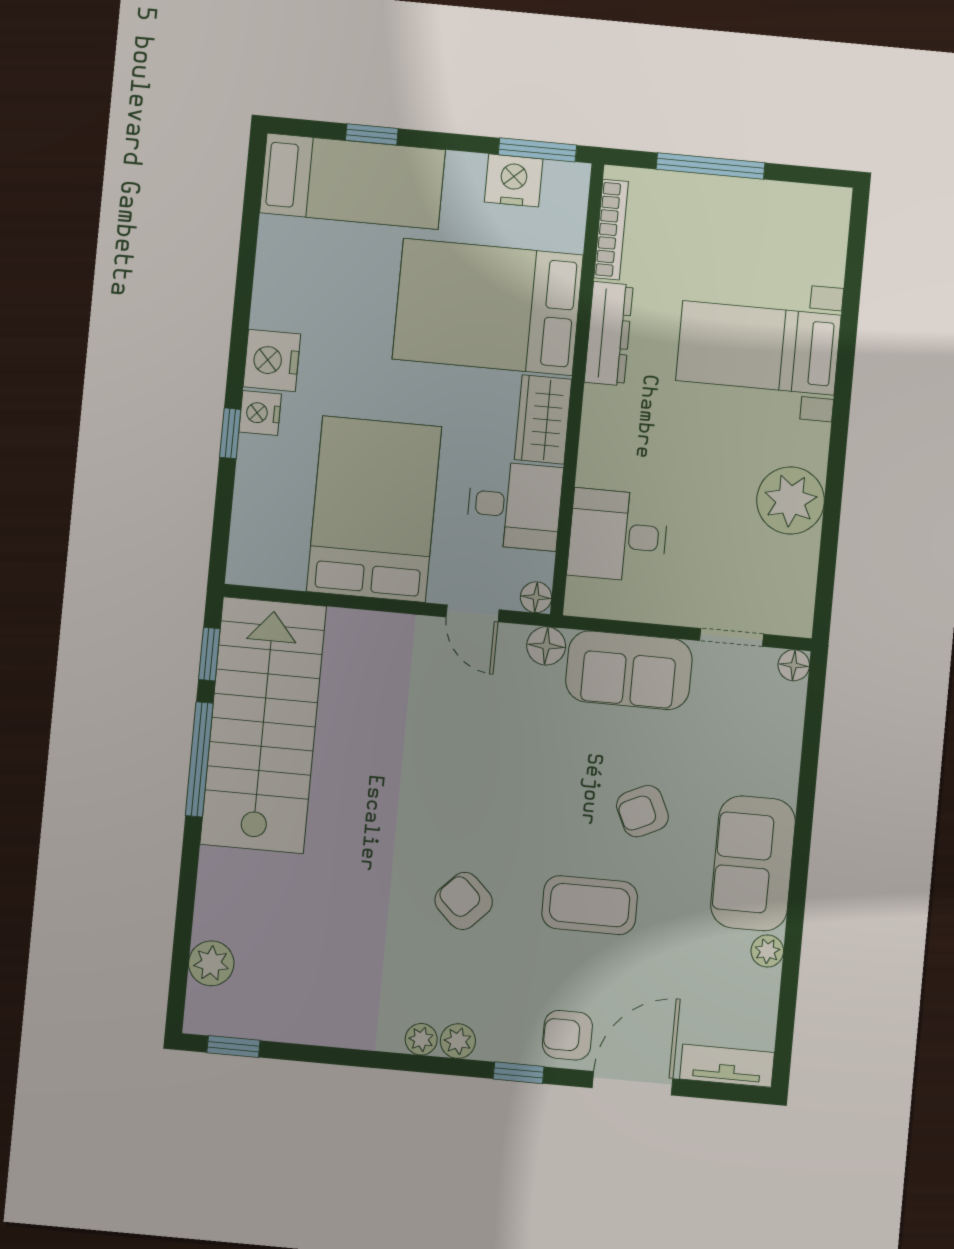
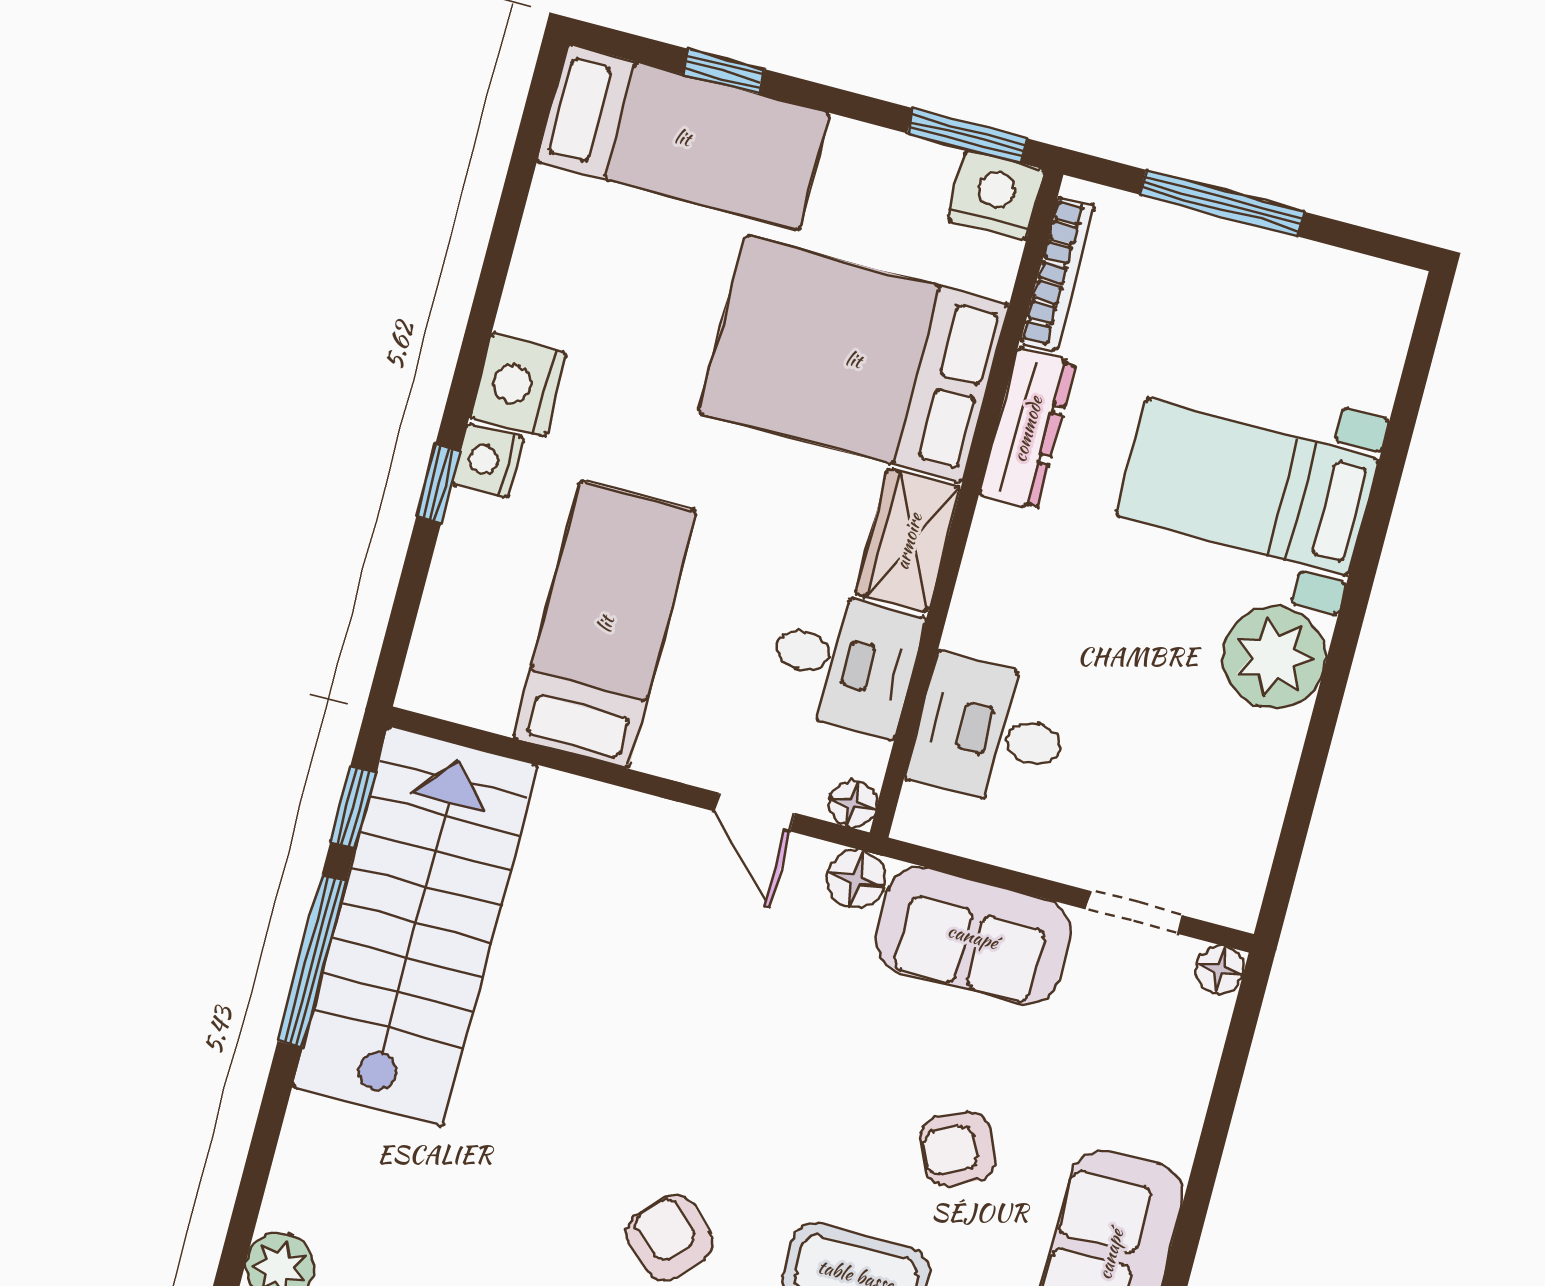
nightstand: (514, 180) -> (996, 195), moved
plant: (791, 500) -> (1274, 657), moved
bed: (374, 509) -> (605, 624), width x0.67

